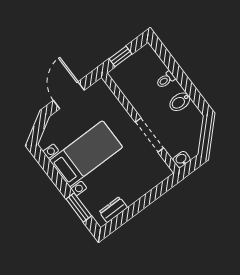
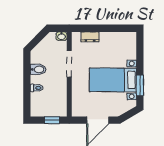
window: (79, 207) -> (140, 85), moved
dresser: (113, 210) -> (90, 37), moved

